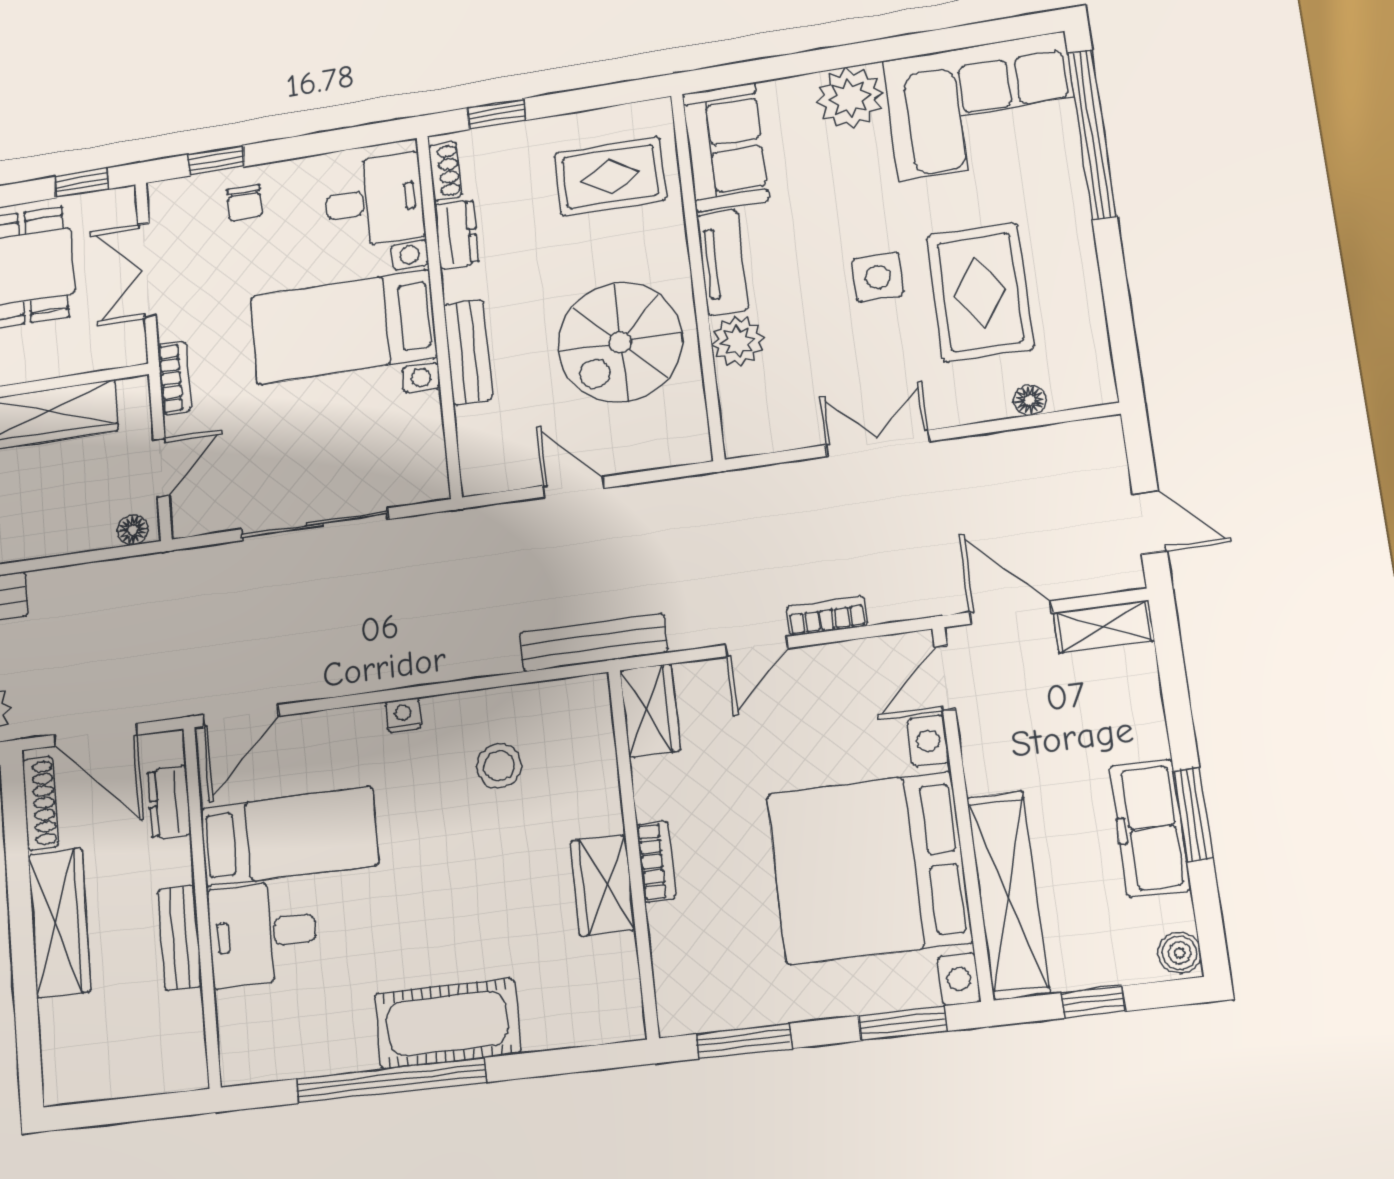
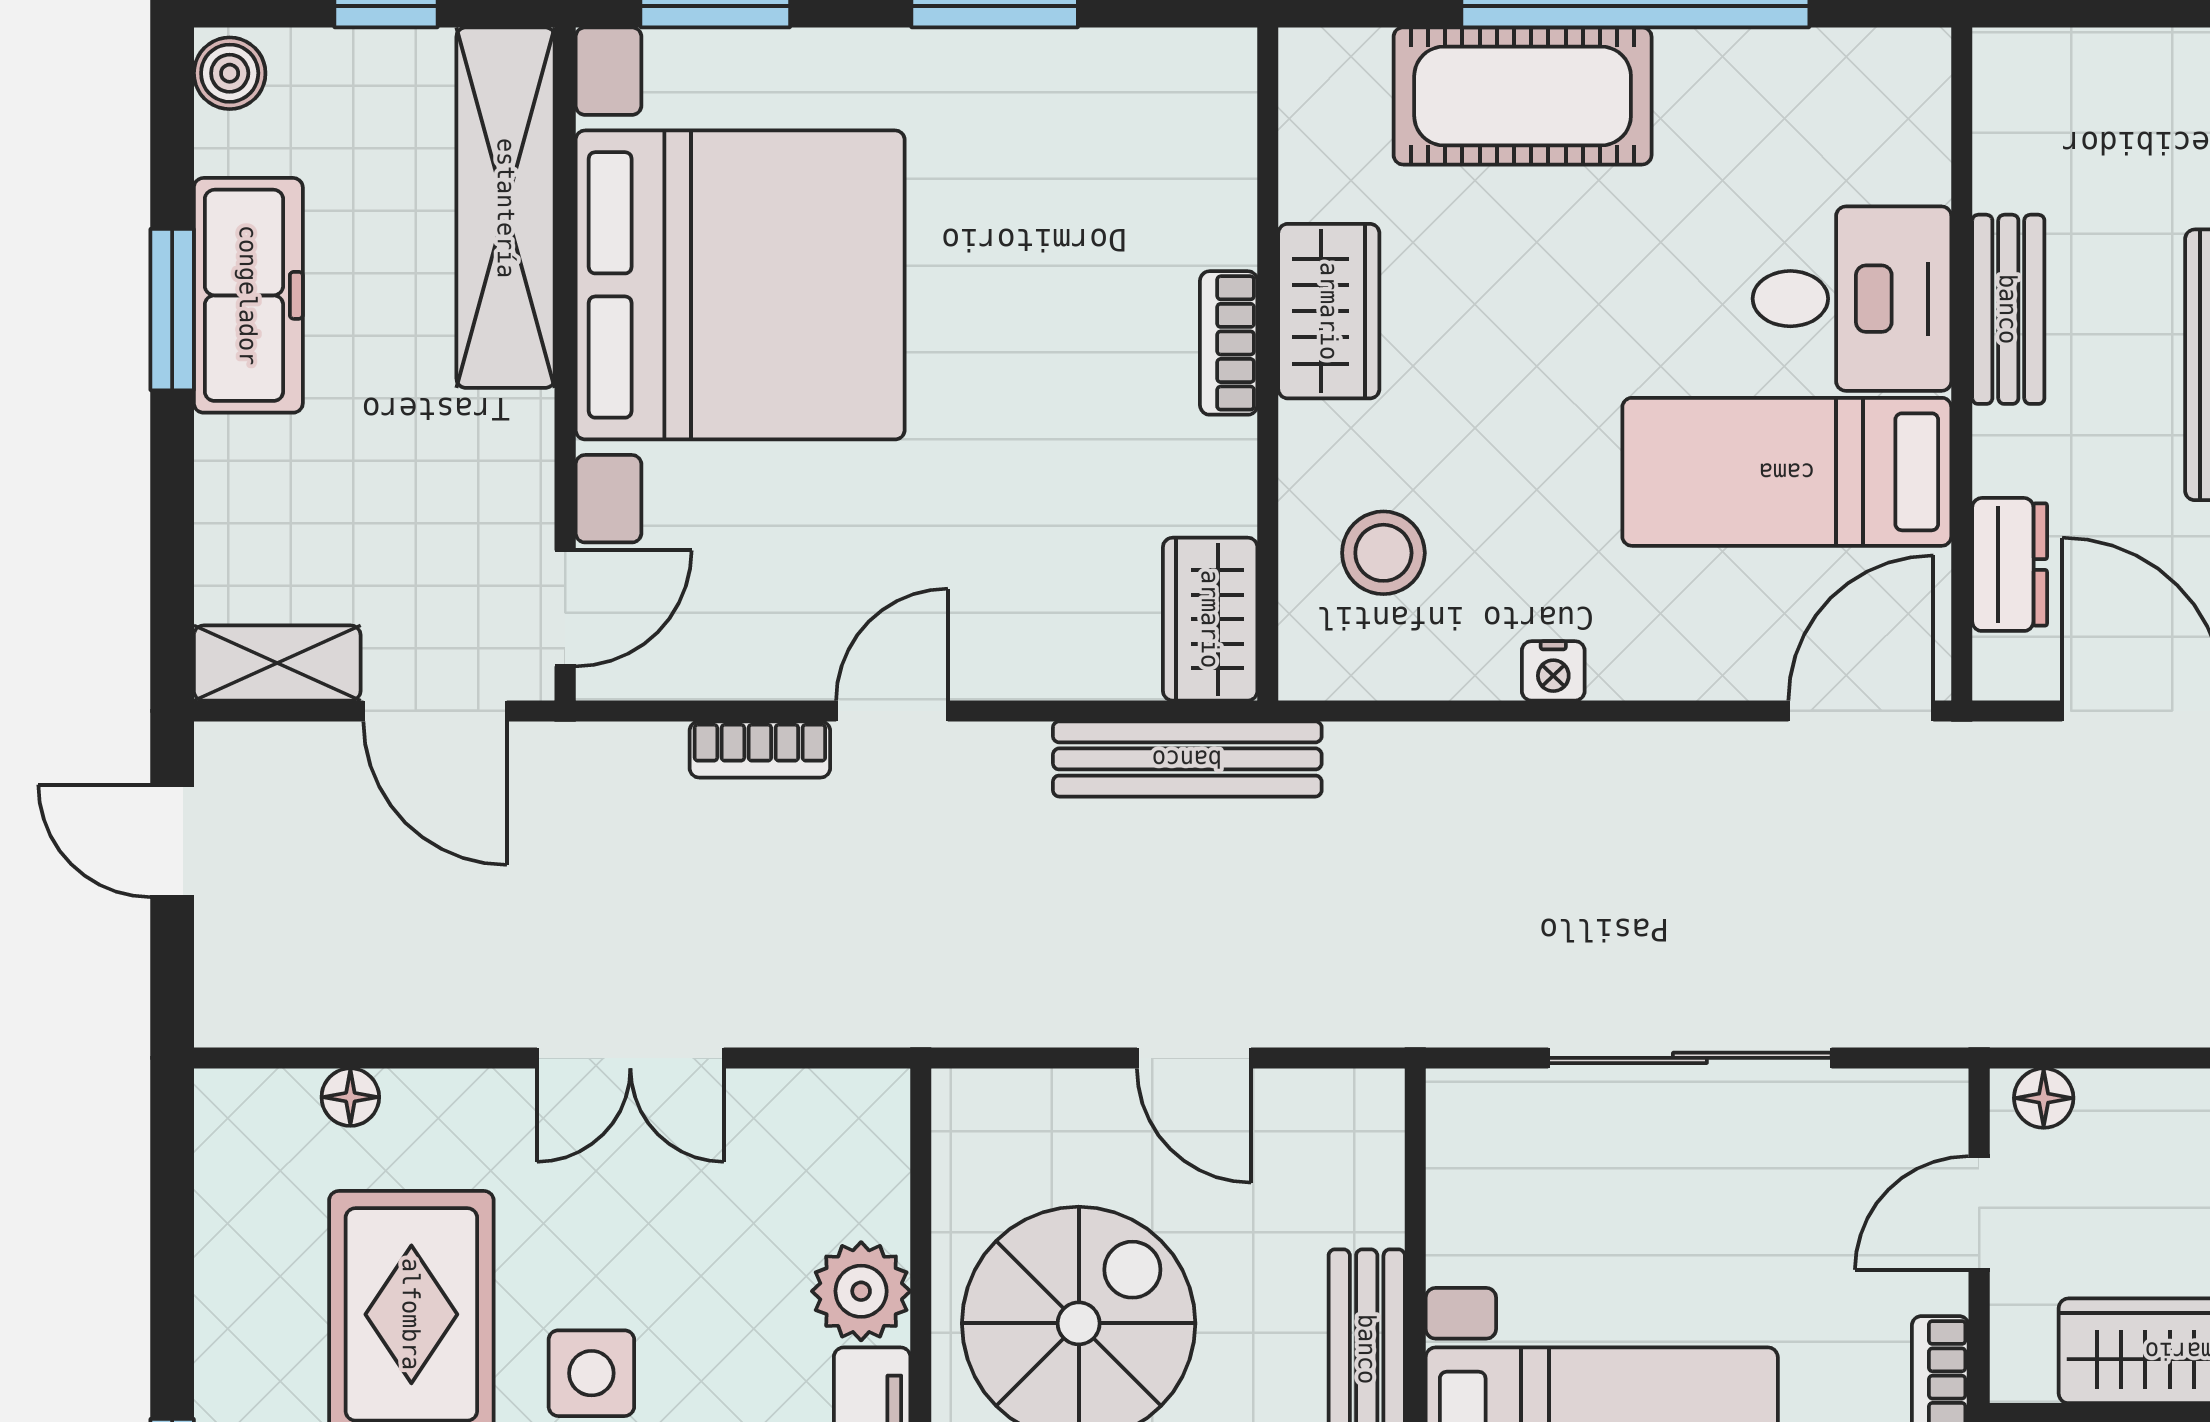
wardrobe: (650, 710) -> (1210, 619), moved
wall: (633, 852) -> (1268, 364), moved
bookcase: (656, 861) -> (1229, 343), moved
wardrobe: (603, 885) -> (1329, 311), moved

